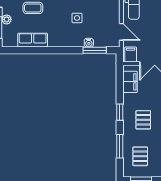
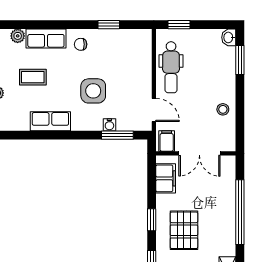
side table: (77, 18) -> (93, 91), width x1.87, depth x1.87
row of seats: (33, 40) -> (50, 121), moved
pallet: (143, 120) -> (184, 230), width x1.50, depth x1.42

